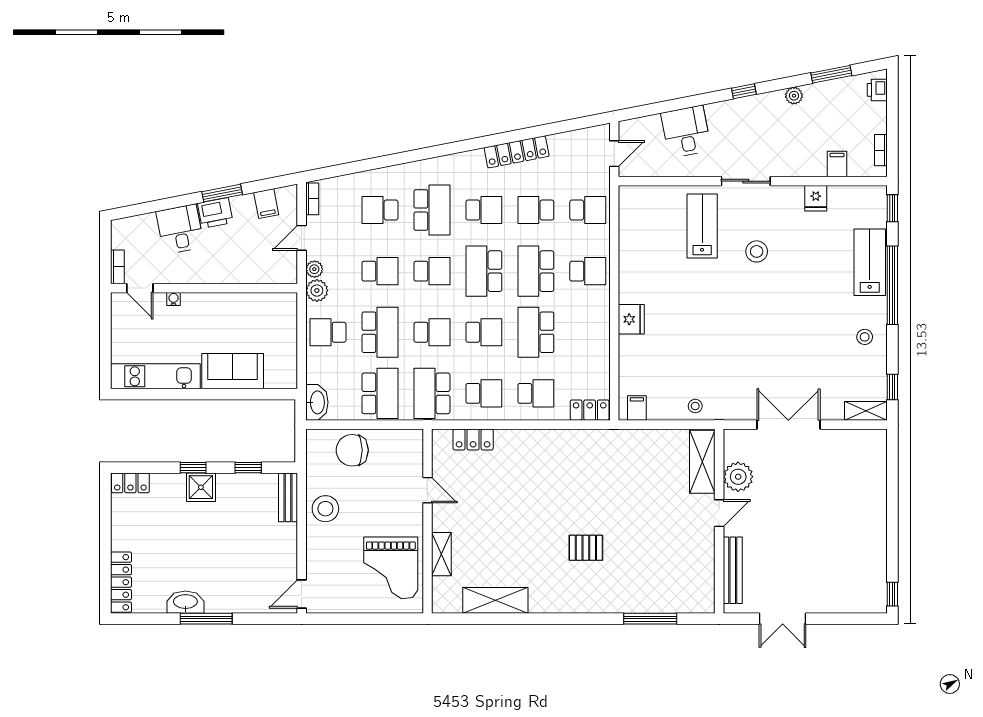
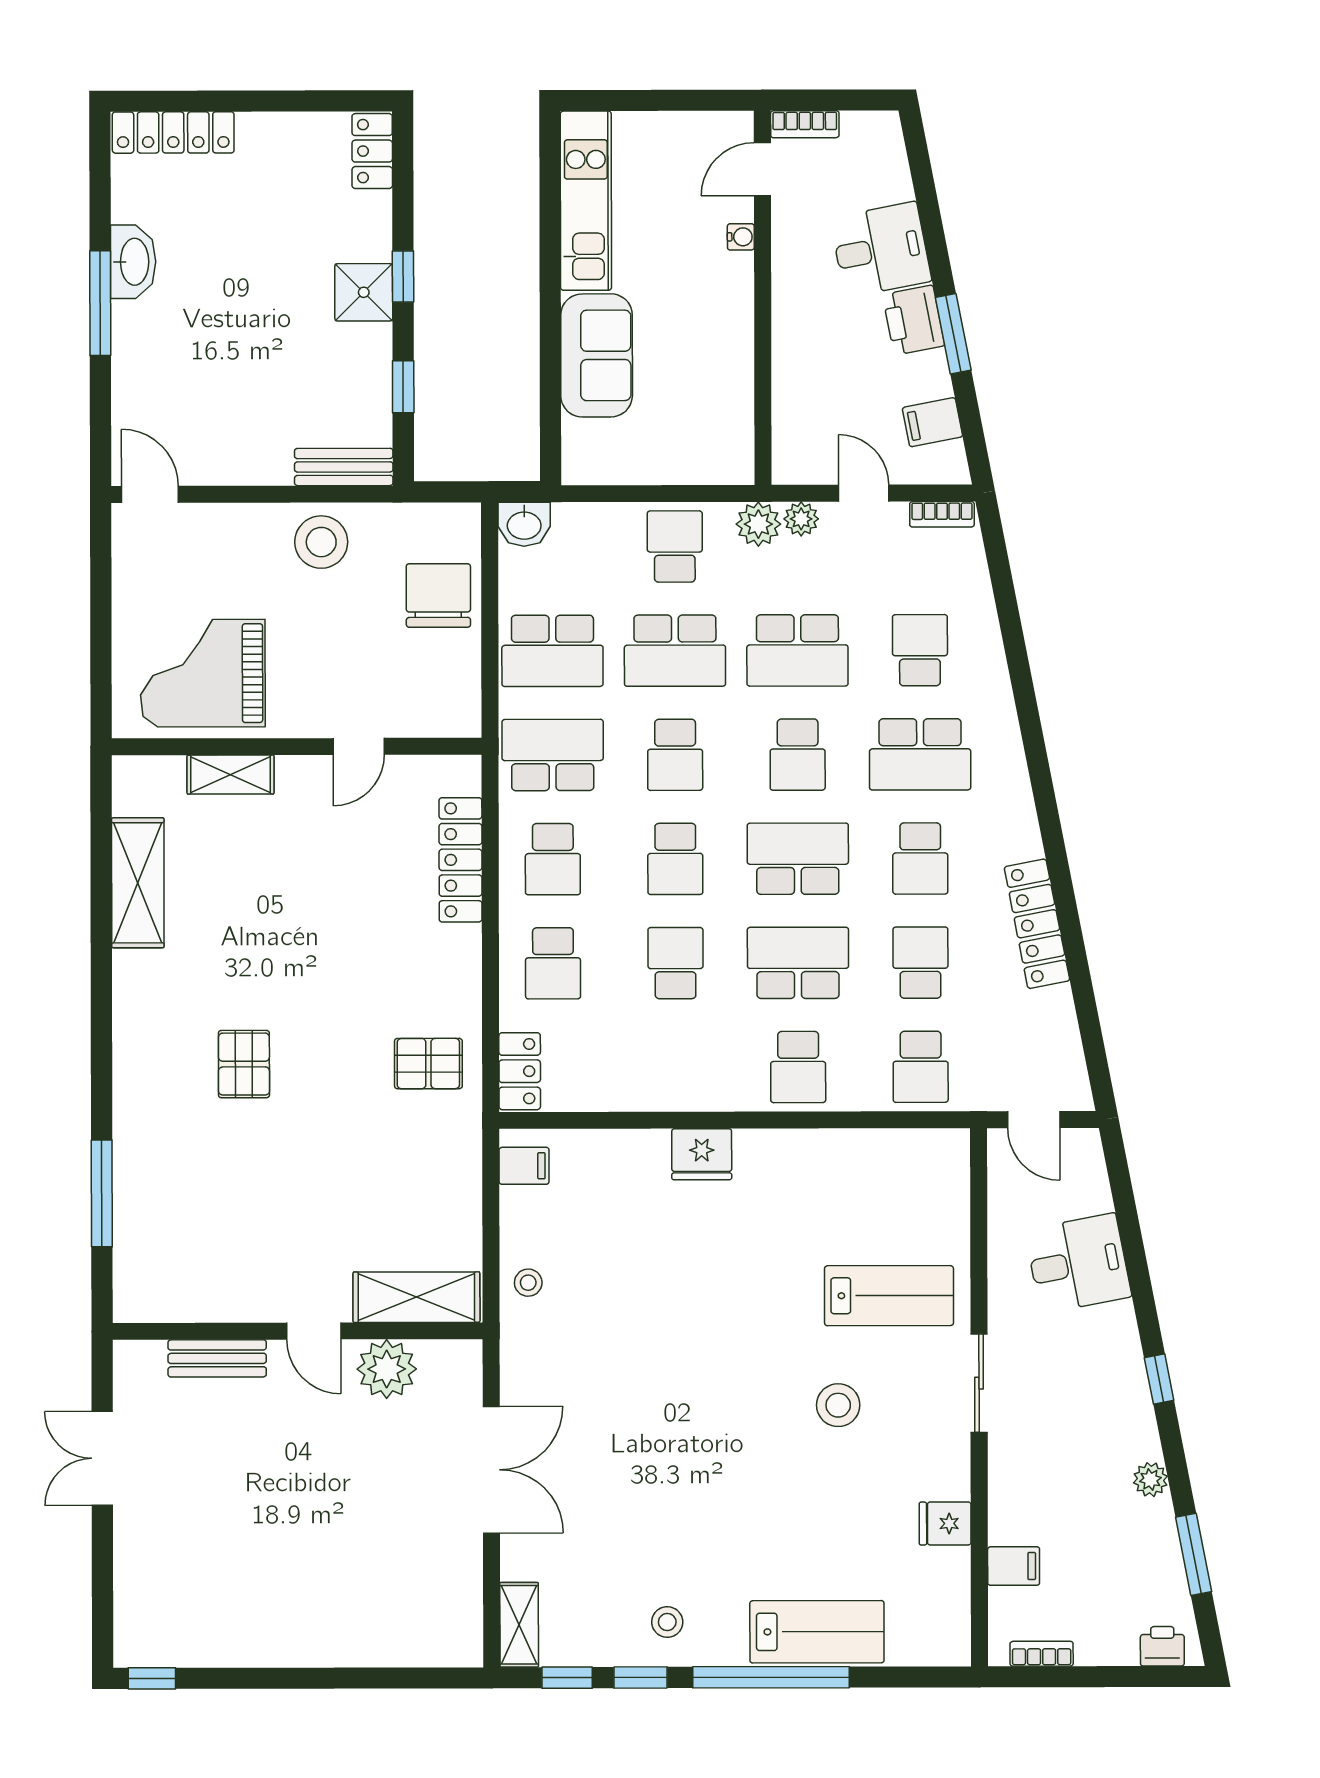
window: (892, 208) -> (640, 1678), moved
school desk: (380, 271) -> (797, 650), width x1.85
school desk: (536, 332) -> (675, 963), width x0.54
washbasin: (317, 402) -> (524, 524), width x0.72
locker: (473, 439) -> (461, 860), width x1.53
pallet: (586, 456) -> (428, 1064), added
bench: (733, 570) -> (217, 1358), width x0.73

